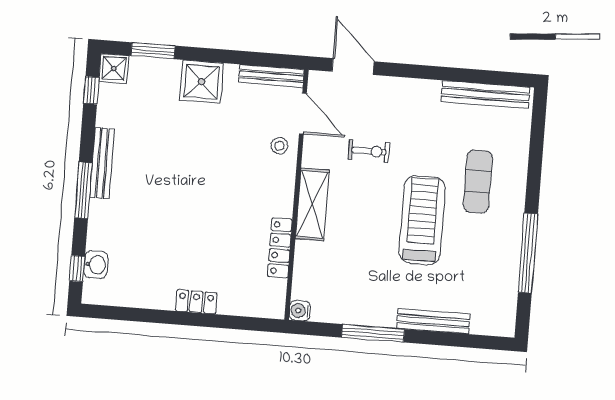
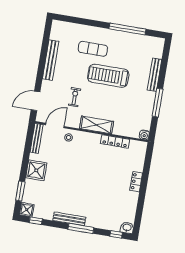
bench: (485, 95) -> (51, 60), moved
washbasin: (96, 265) -> (127, 228), moved

